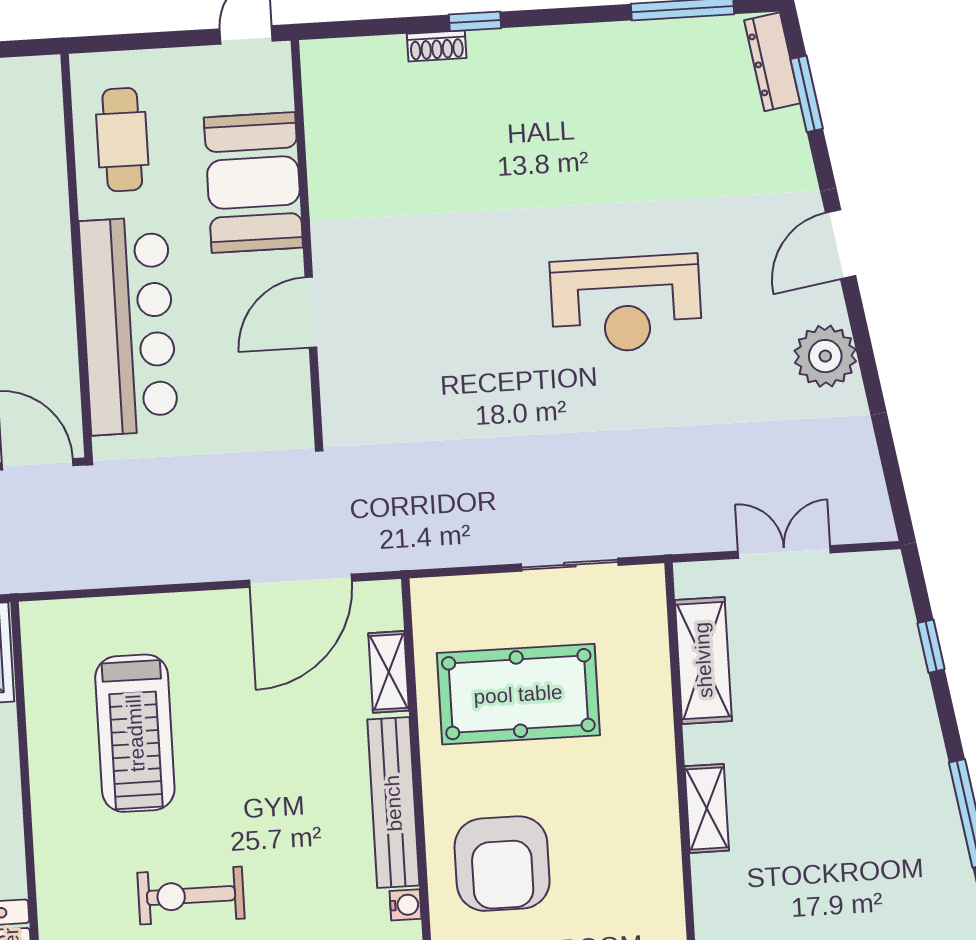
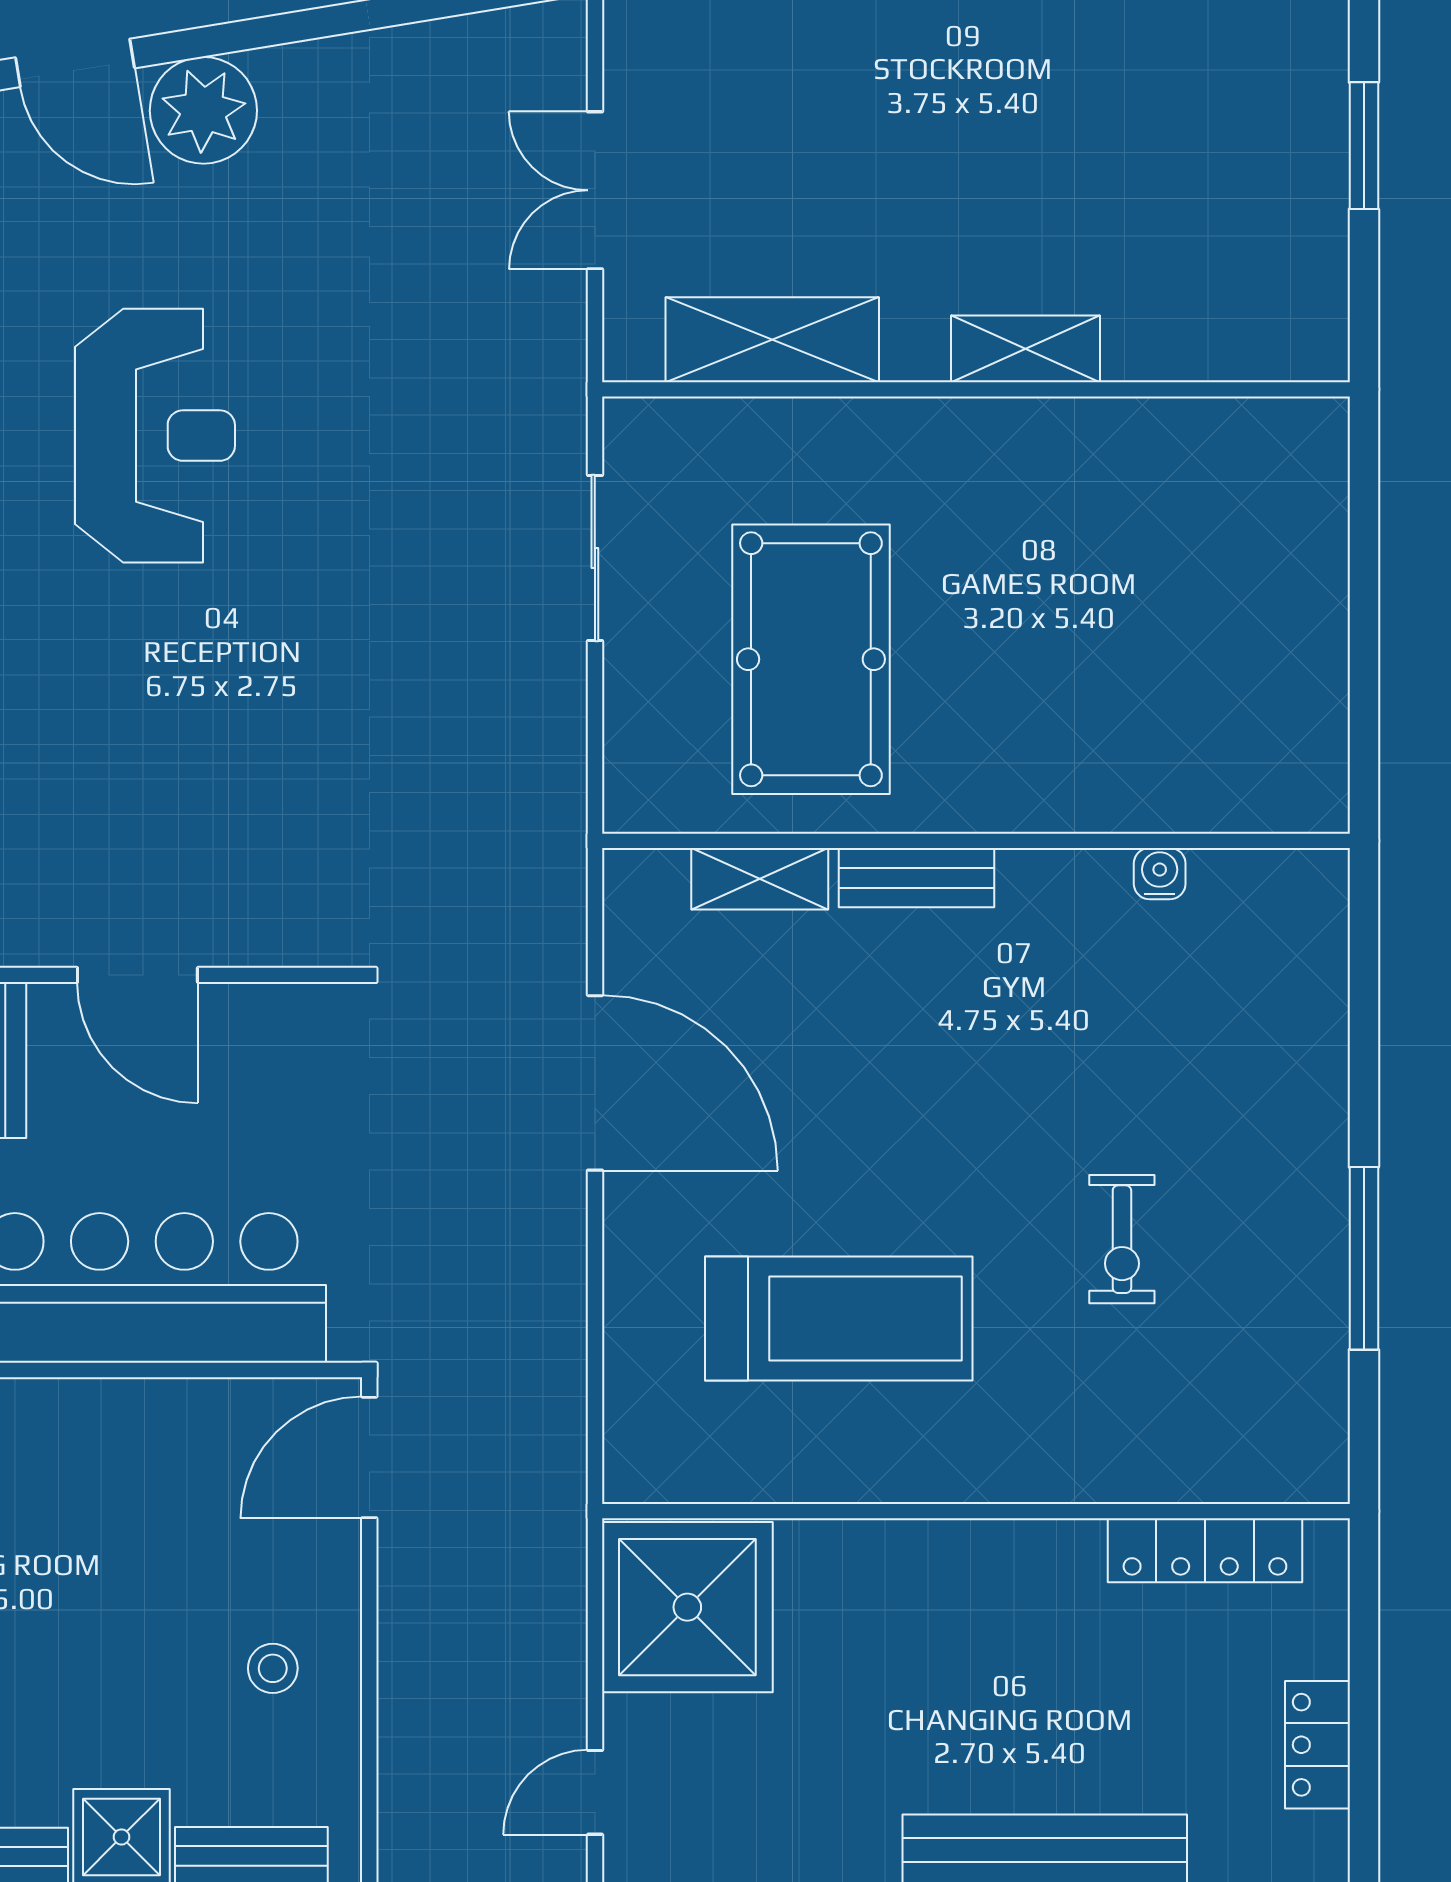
plant: (825, 356) -> (203, 110), moved
door: (301, 581) -> (595, 1083), moved
bench: (393, 803) -> (917, 878), width x0.54, depth x0.82
armchair: (502, 864) -> (1099, 704), removed
exercise bike: (191, 896) -> (1122, 1239), width x0.73, depth x0.72

